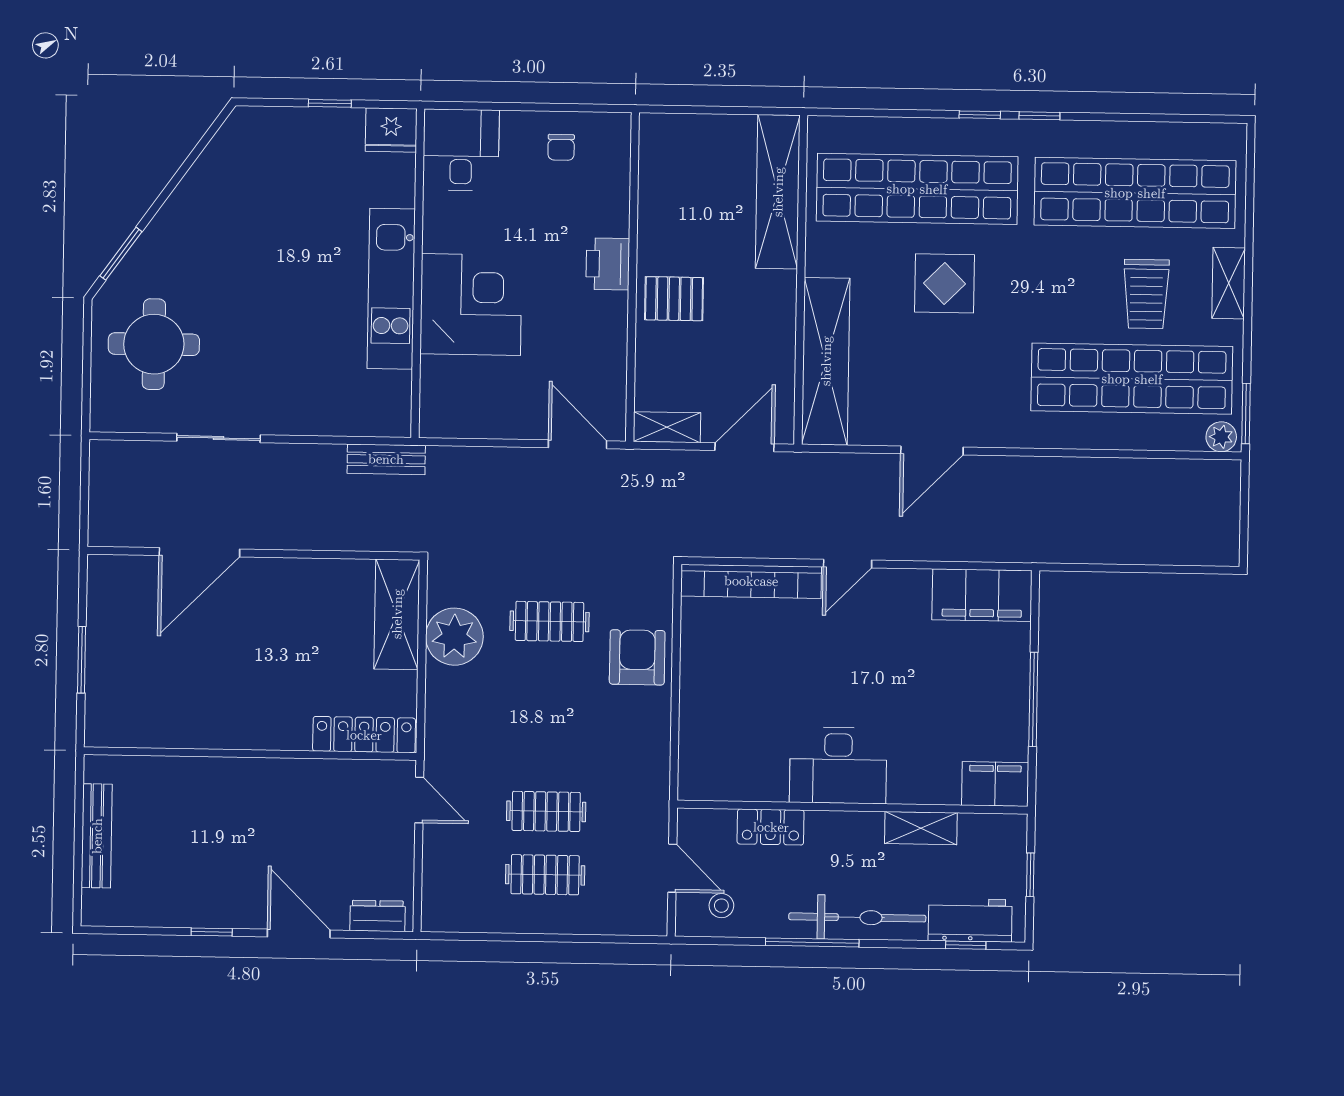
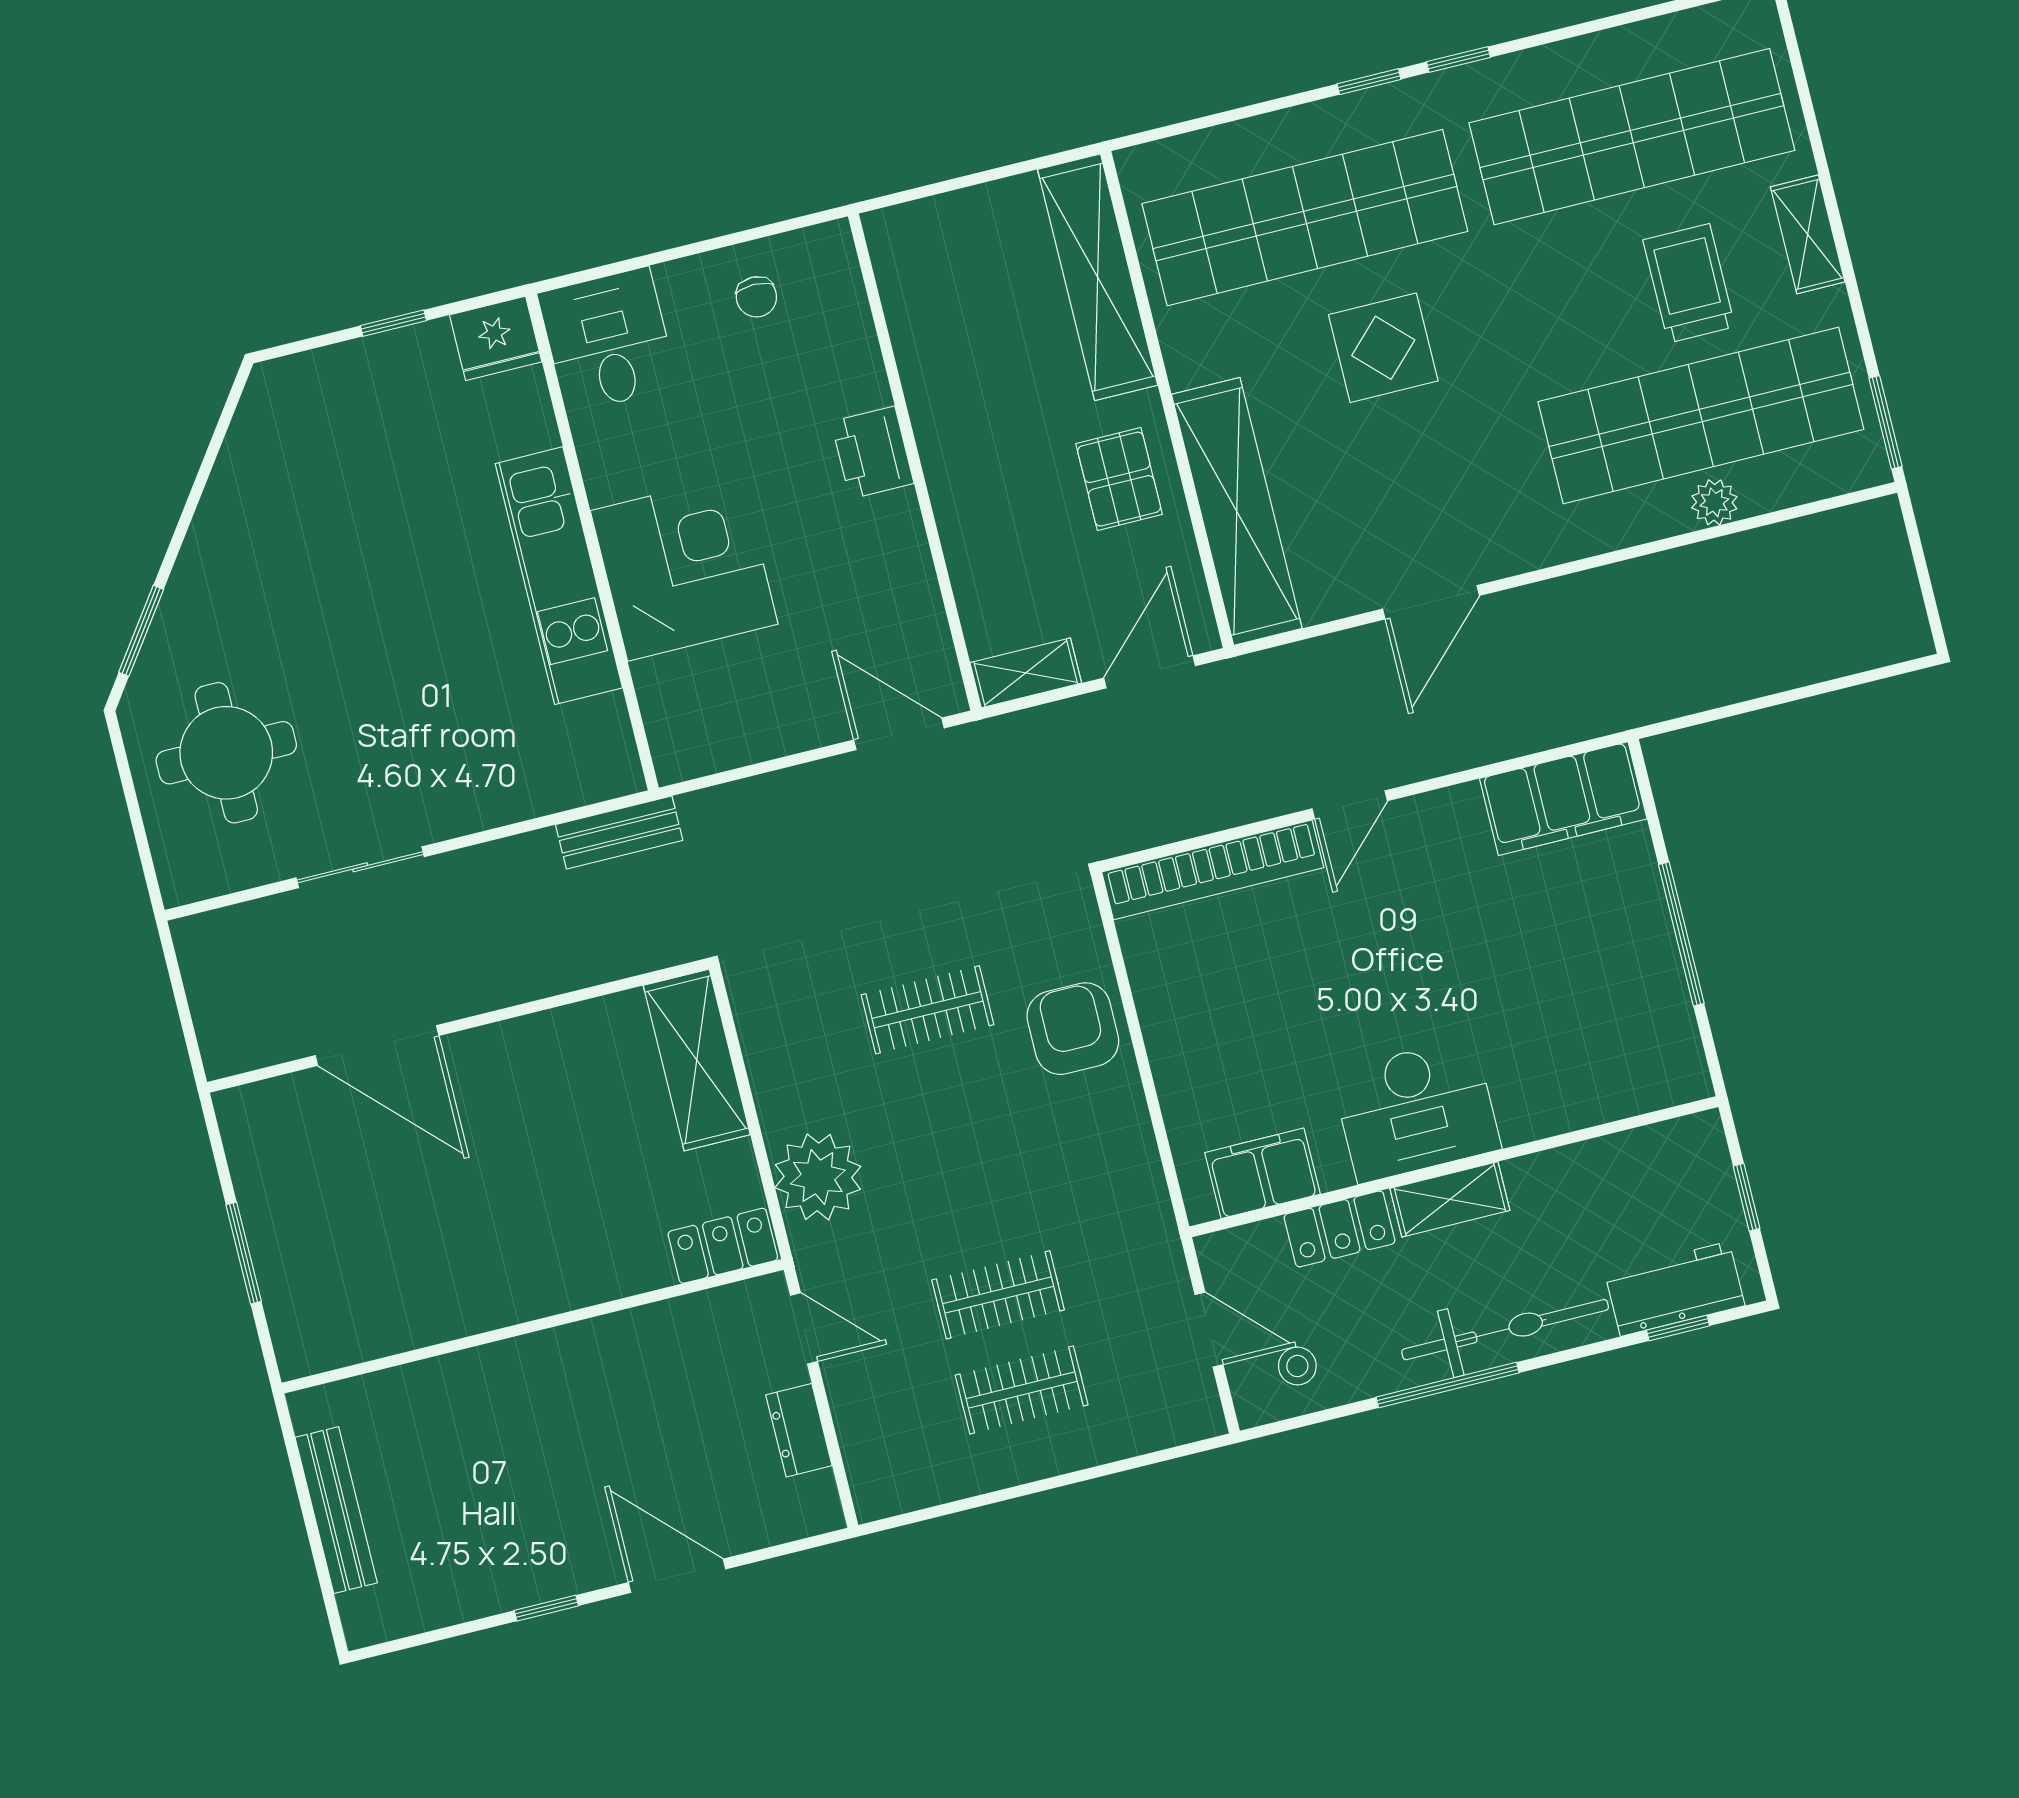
trolley: (1146, 294) -> (1689, 283), turned 180
pallet: (674, 299) -> (1119, 479), moved, turned 90
plant: (1221, 437) -> (1714, 502), moved
door: (199, 552) -> (377, 1046), hinge flipped
plant: (454, 637) -> (818, 1177), moved
locker: (364, 735) -> (723, 1246), width x0.66
filing cabinet: (995, 784) -> (1262, 1173), moved
shelving: (921, 828) -> (1450, 1199), moved
dresser: (378, 916) -> (799, 1430), moved, turned -90

